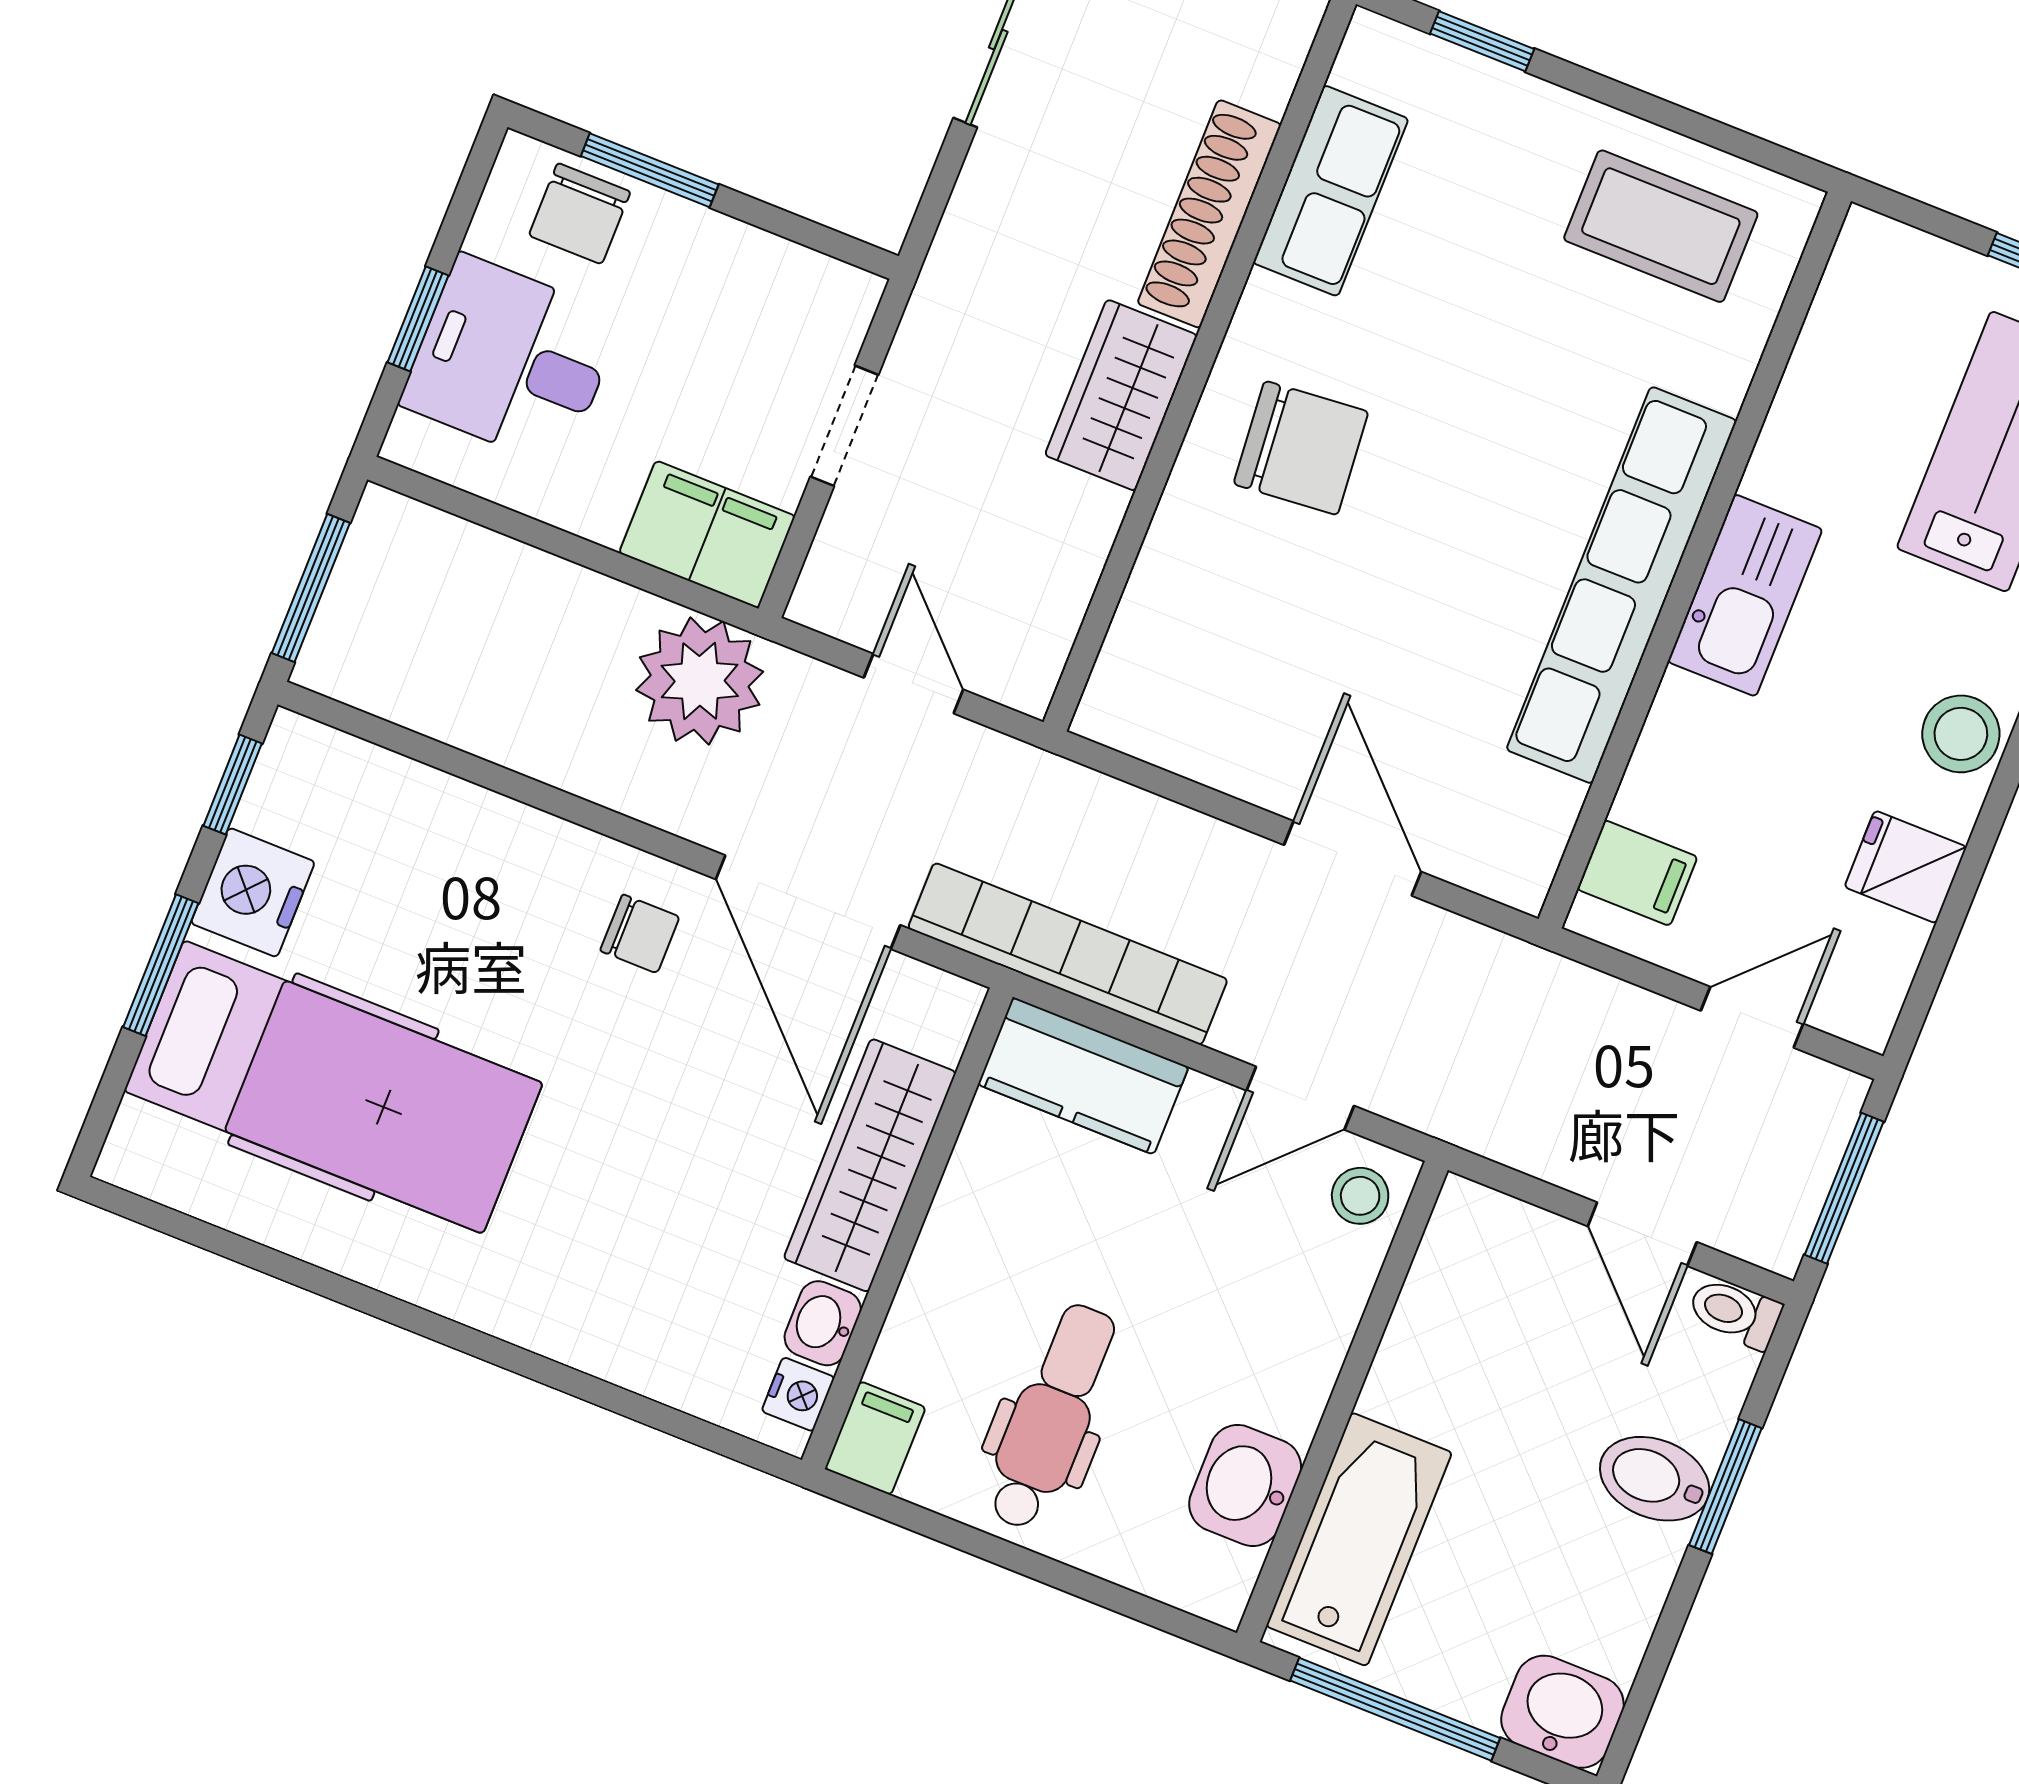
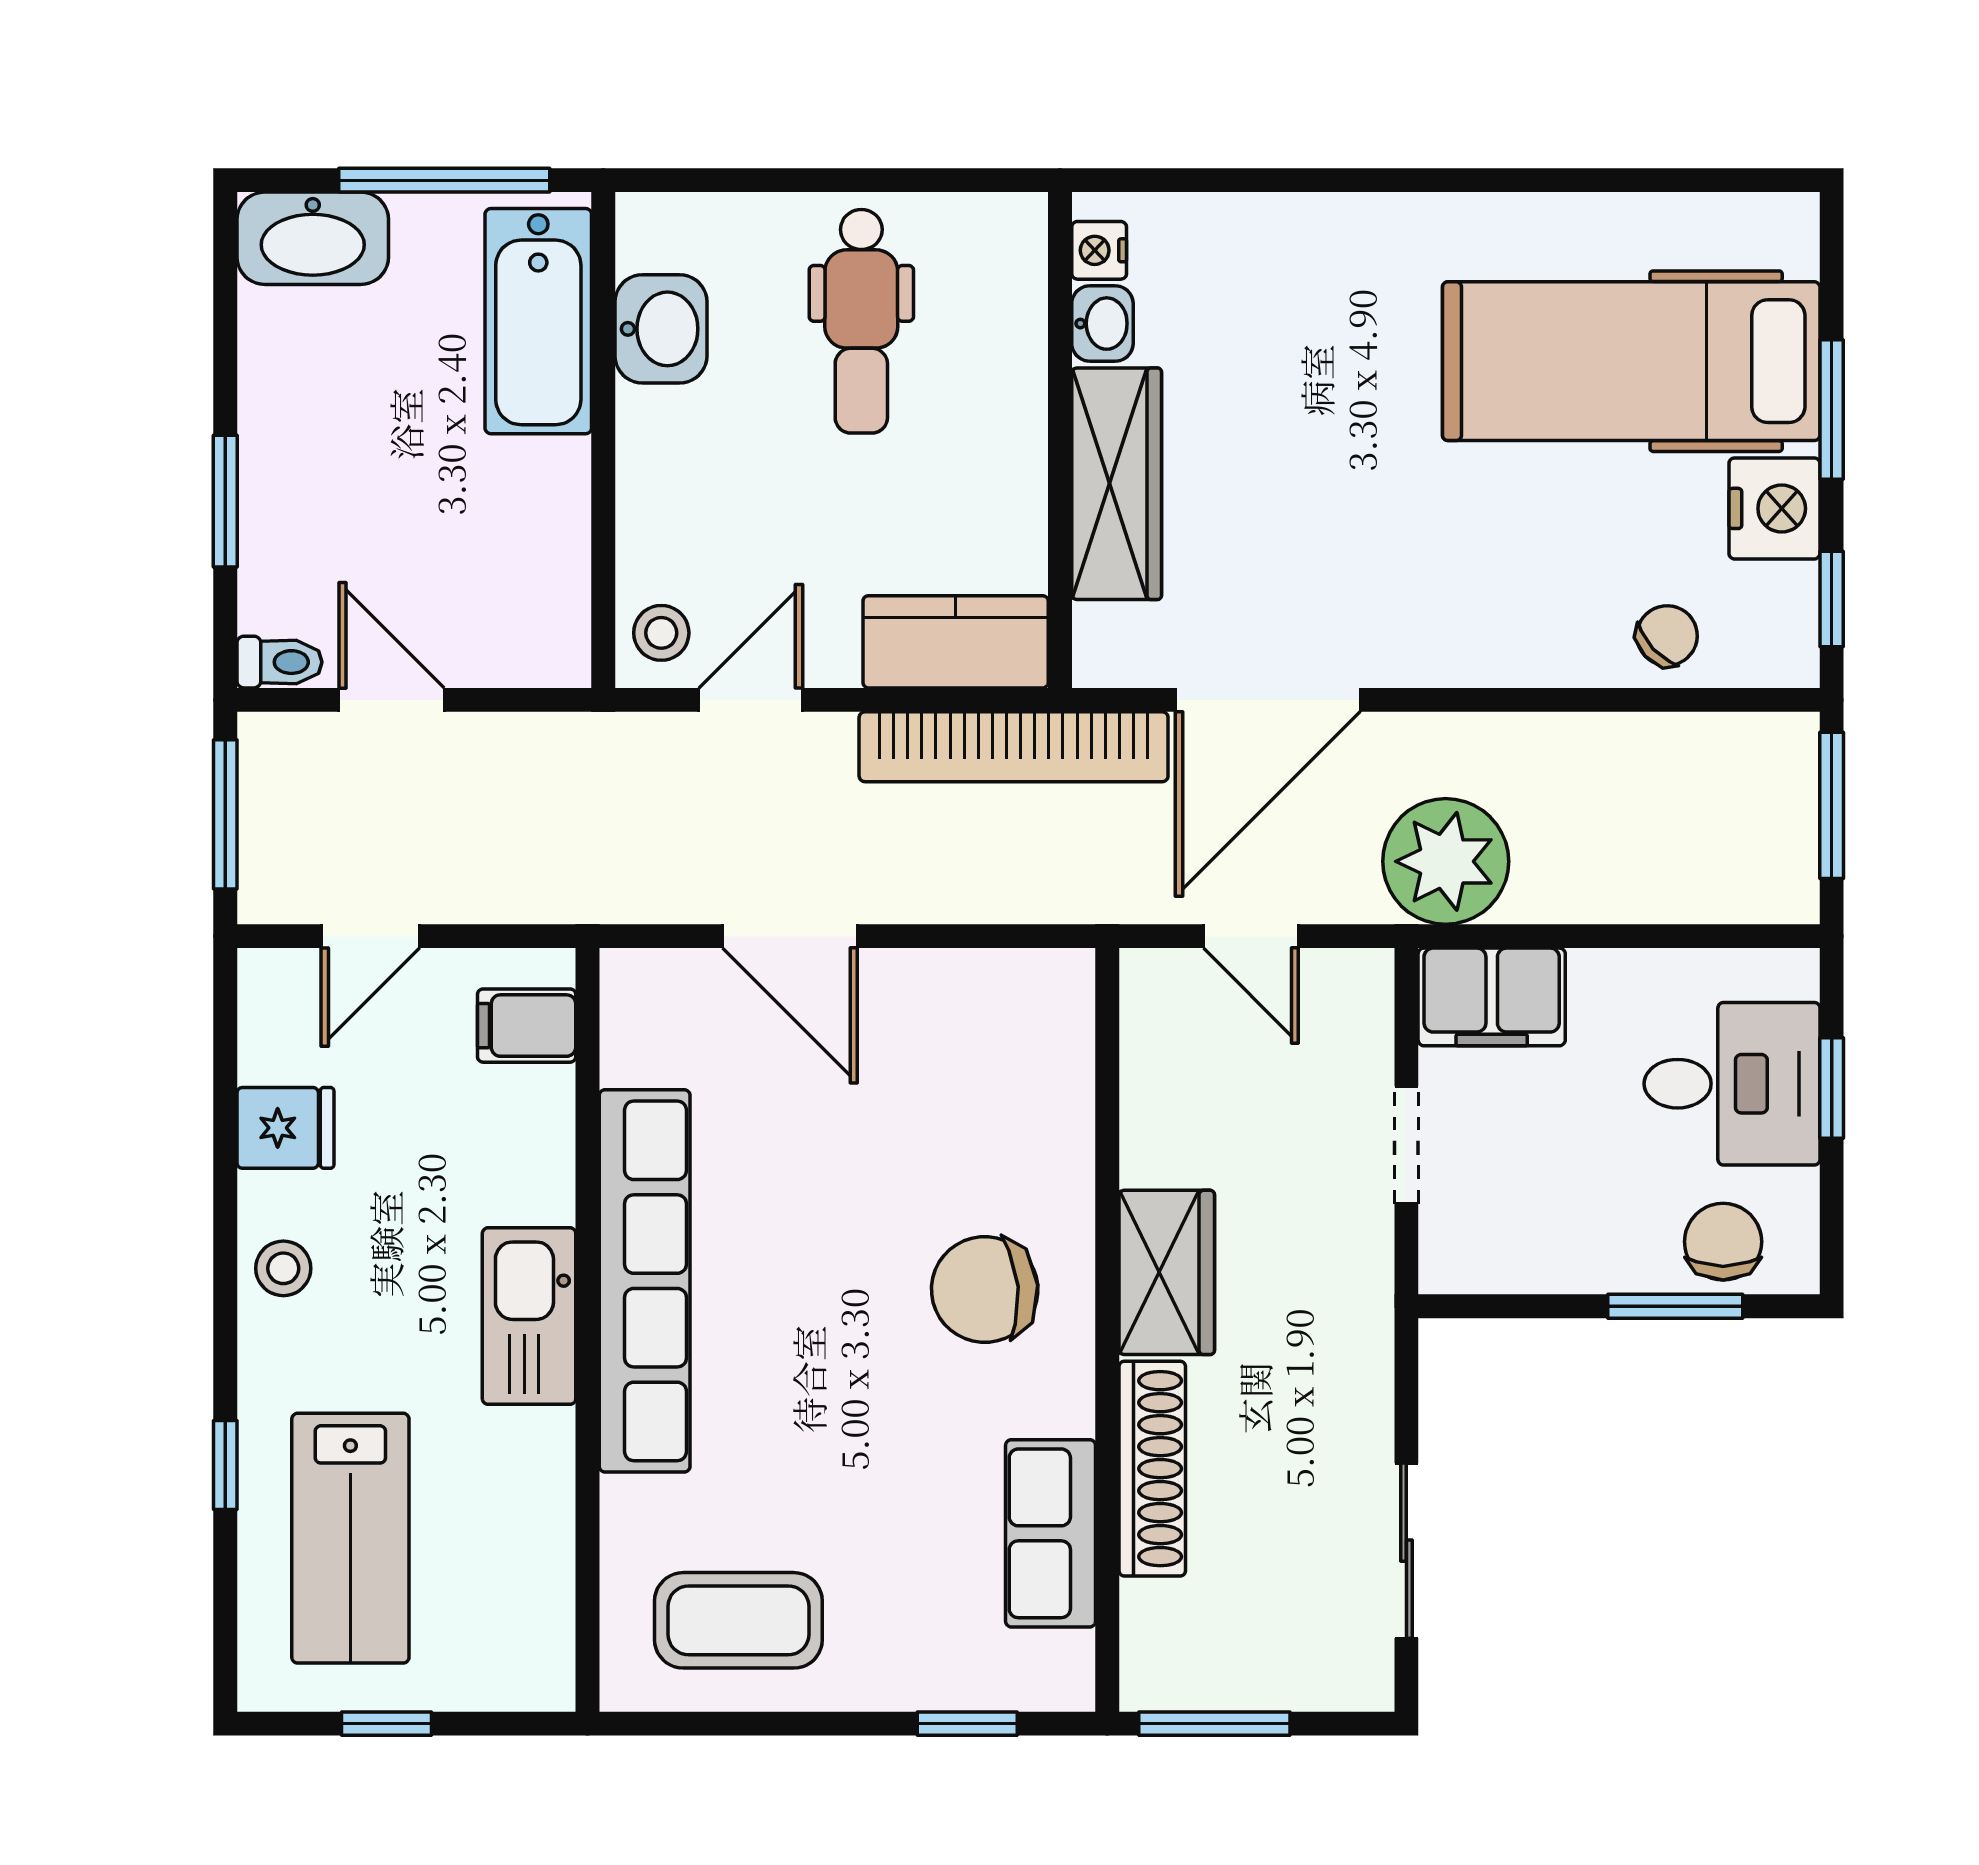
stool: (1961, 734) -> (283, 1268), width x0.73, depth x0.73
door: (808, 902) -> (1268, 700), swing flipped
chair: (640, 934) -> (1667, 636), moved, turned 137
filing cabinet: (875, 1438) -> (1013, 238), removed
bidet: (1655, 1479) -> (292, 483), removed
washbasin: (1562, 1712) -> (313, 238), width x1.38

